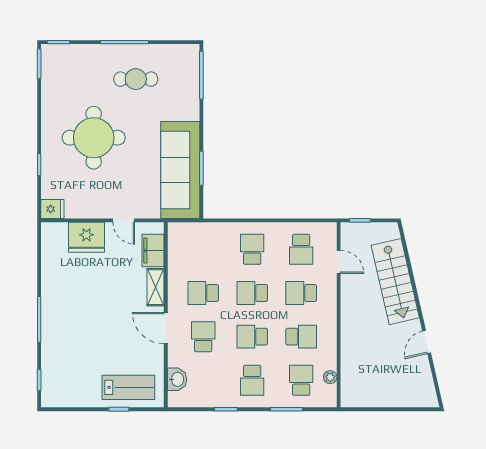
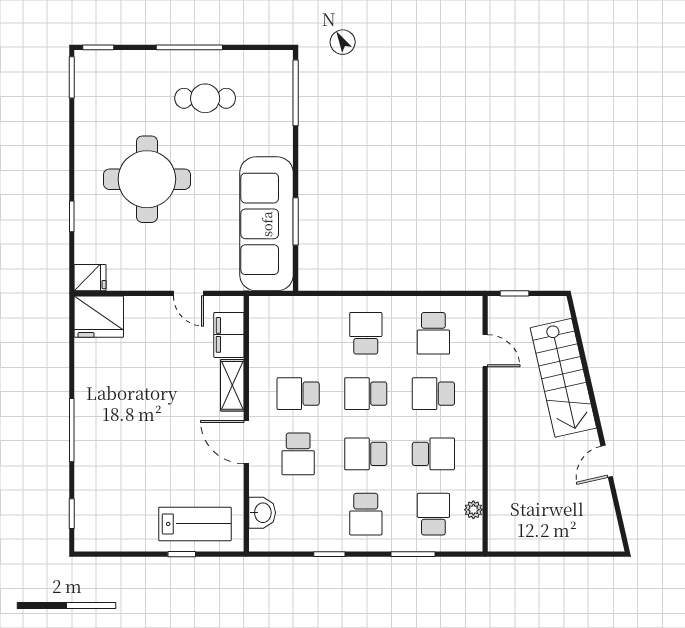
fridge: (86, 237) -> (99, 317), moved
school desk: (203, 337) -> (298, 454), turned 180

